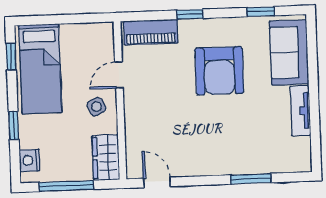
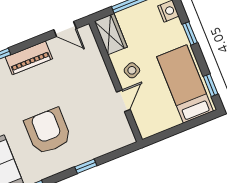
piano: (151, 32) -> (29, 58), moved, turned 180

